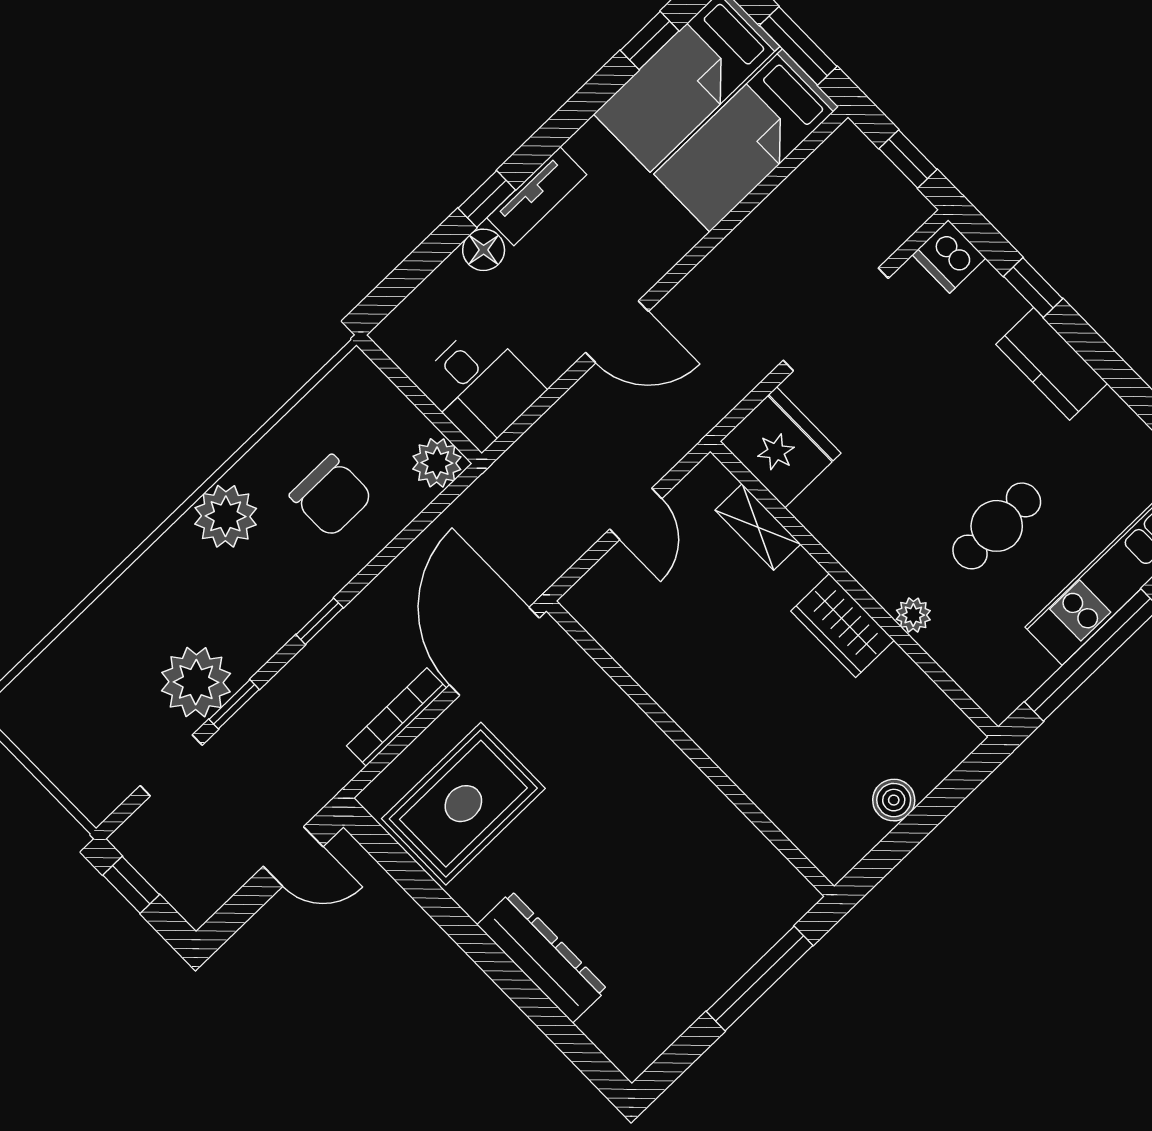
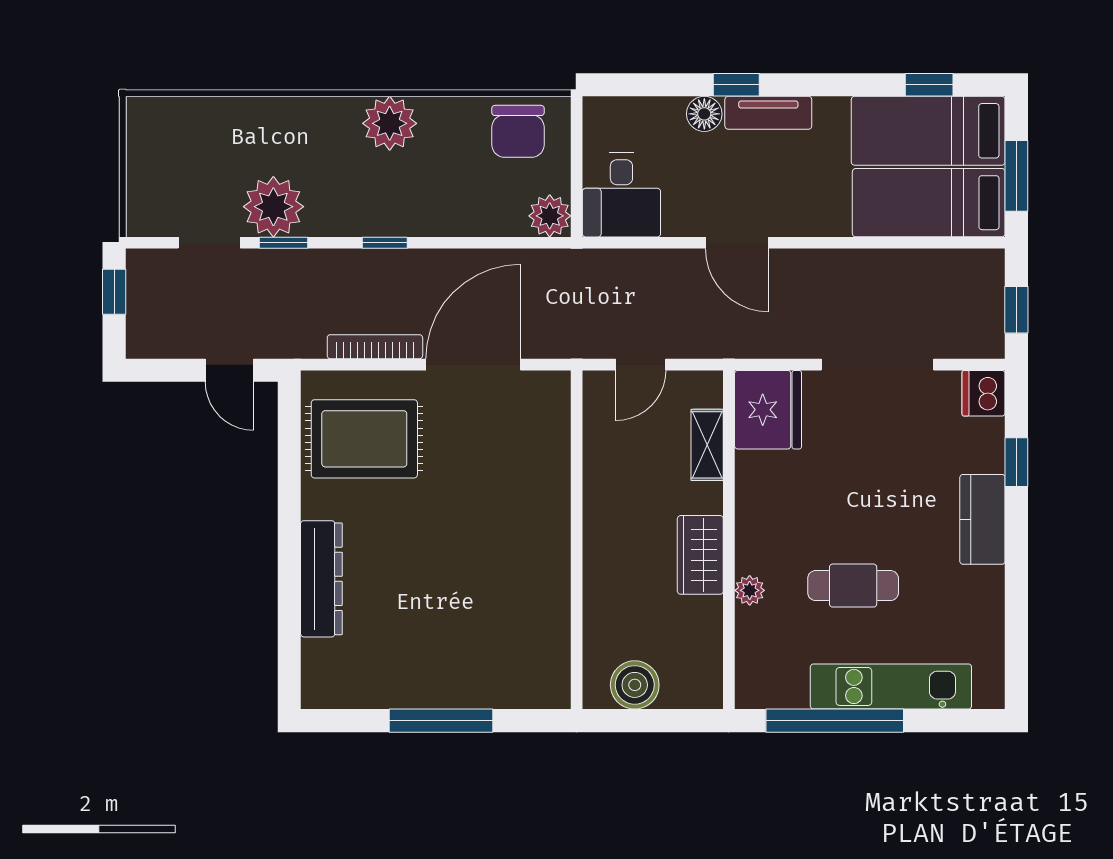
chair: (331, 496) -> (518, 131), moved
wall: (690, 749) -> (577, 540), moved
boiler: (894, 800) -> (635, 685), width x1.36, depth x1.36

